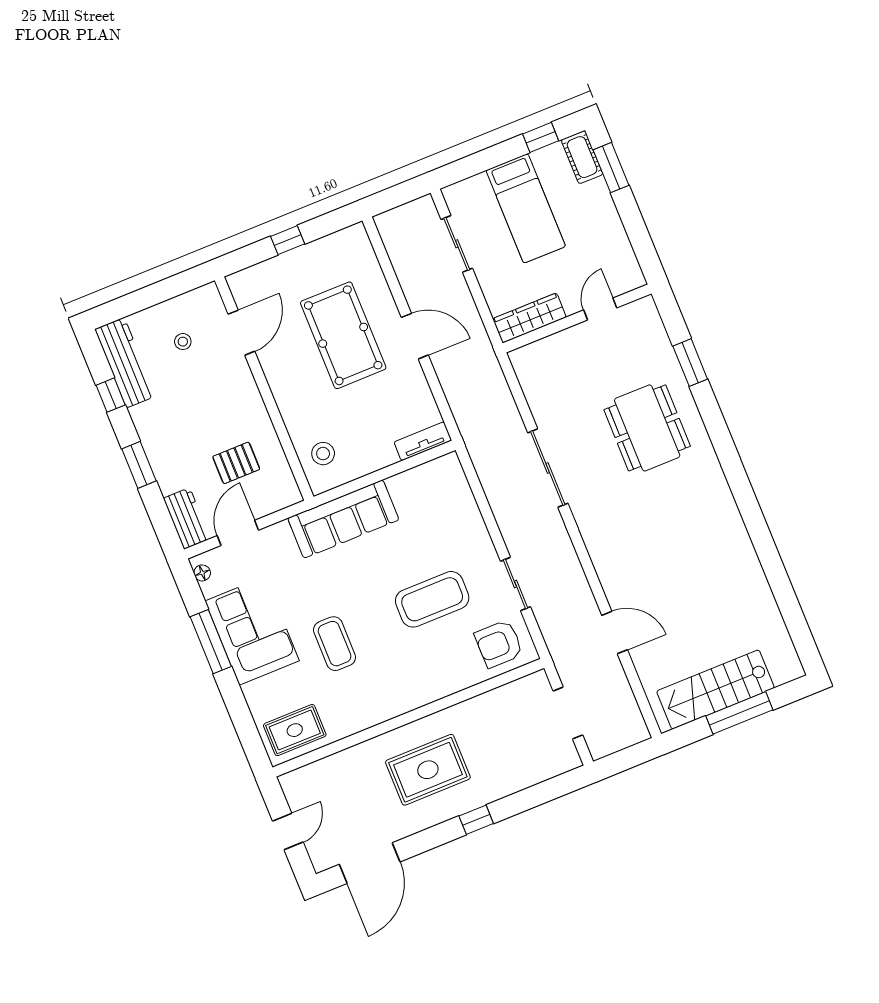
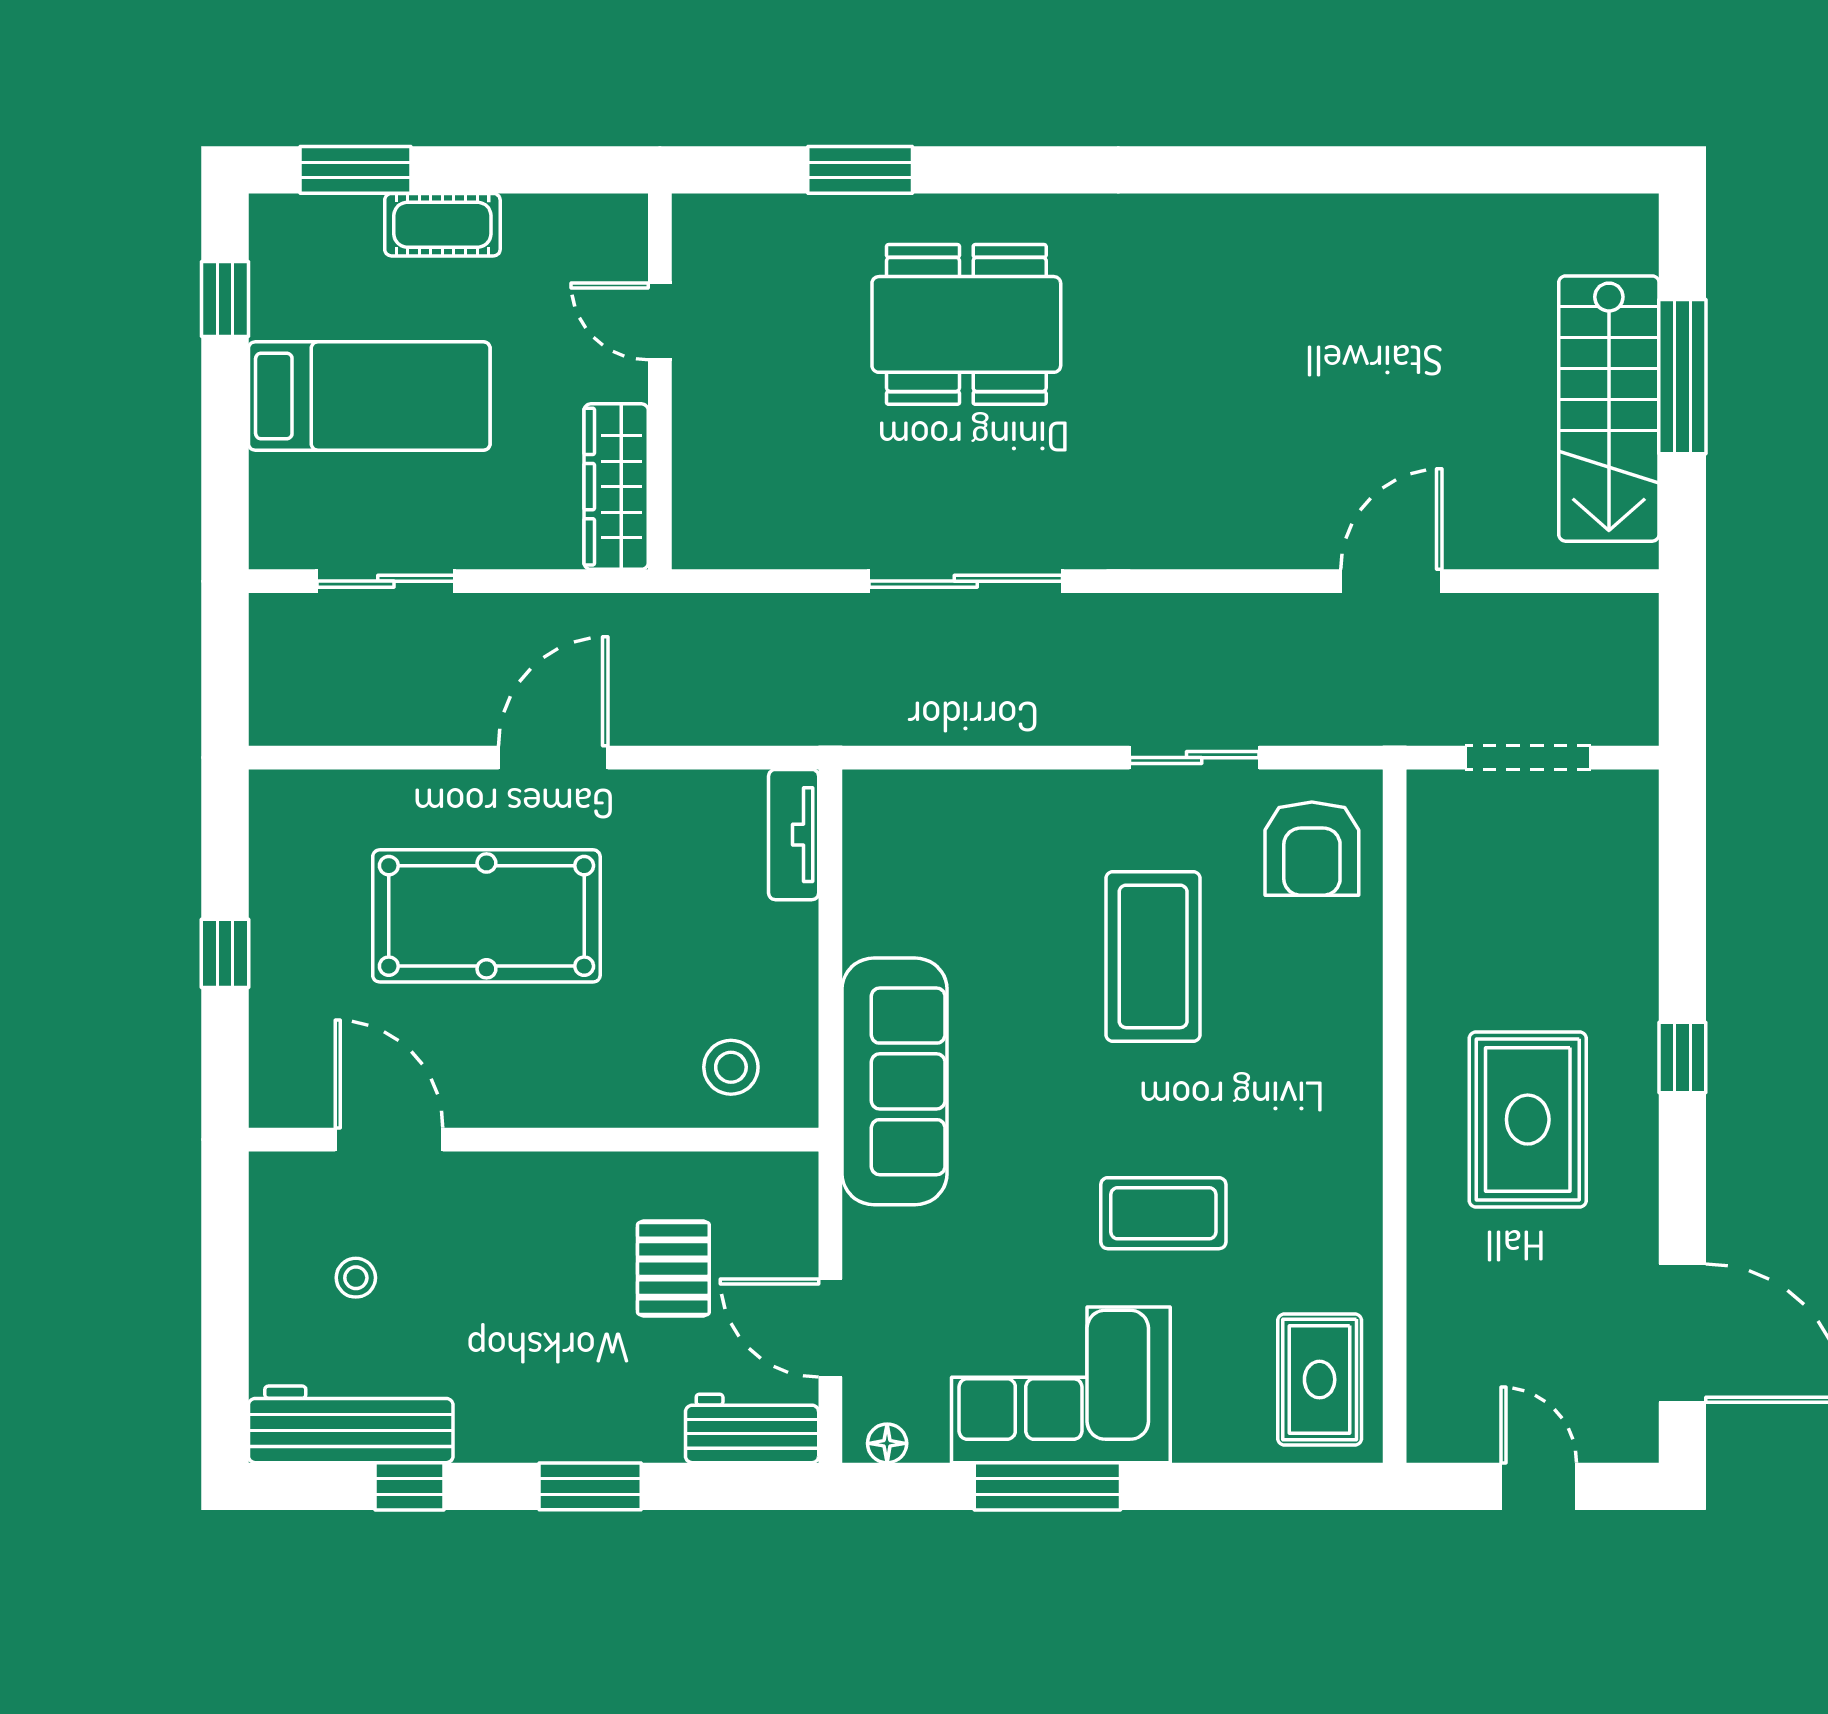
cot: (582, 157) -> (442, 225), moved

